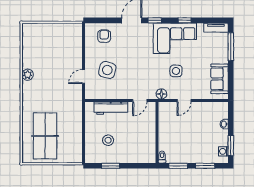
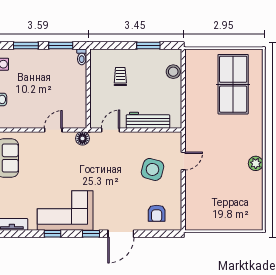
side table: (176, 71) -> (64, 168), removed
stool: (108, 140) -> (173, 72), moved
trolley: (132, 142) -> (120, 77), added

